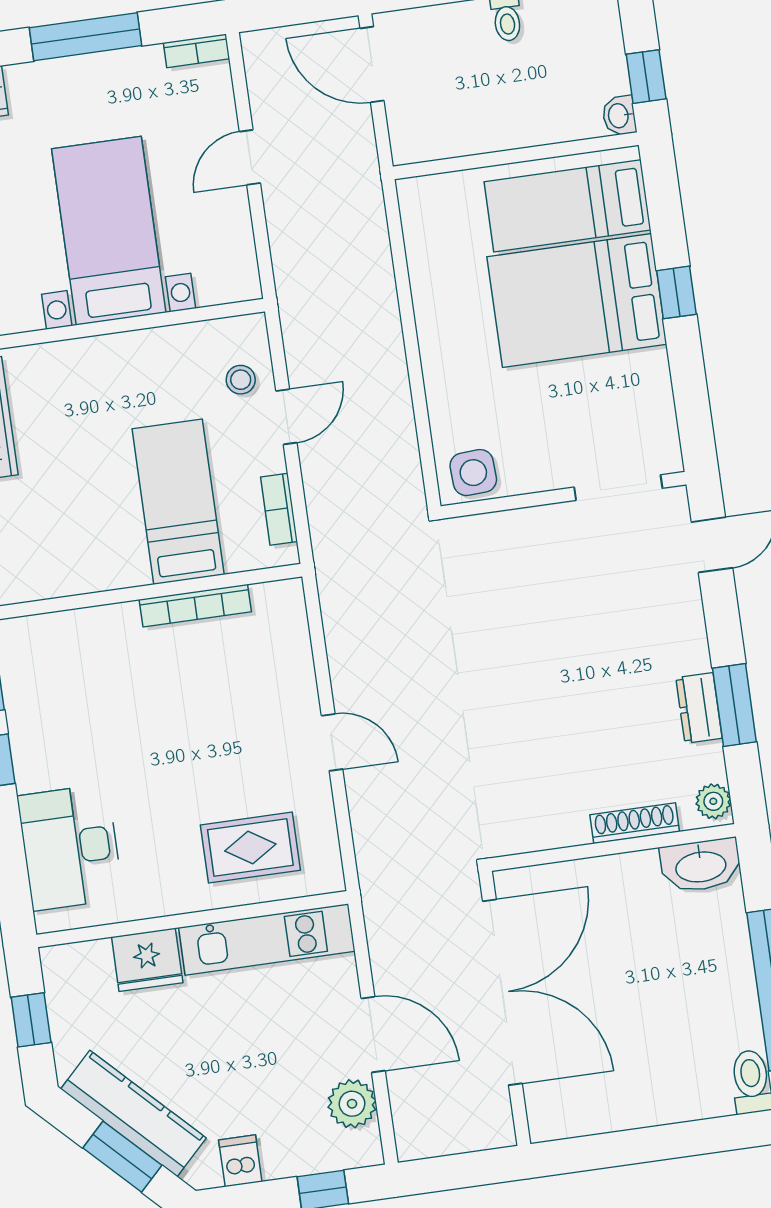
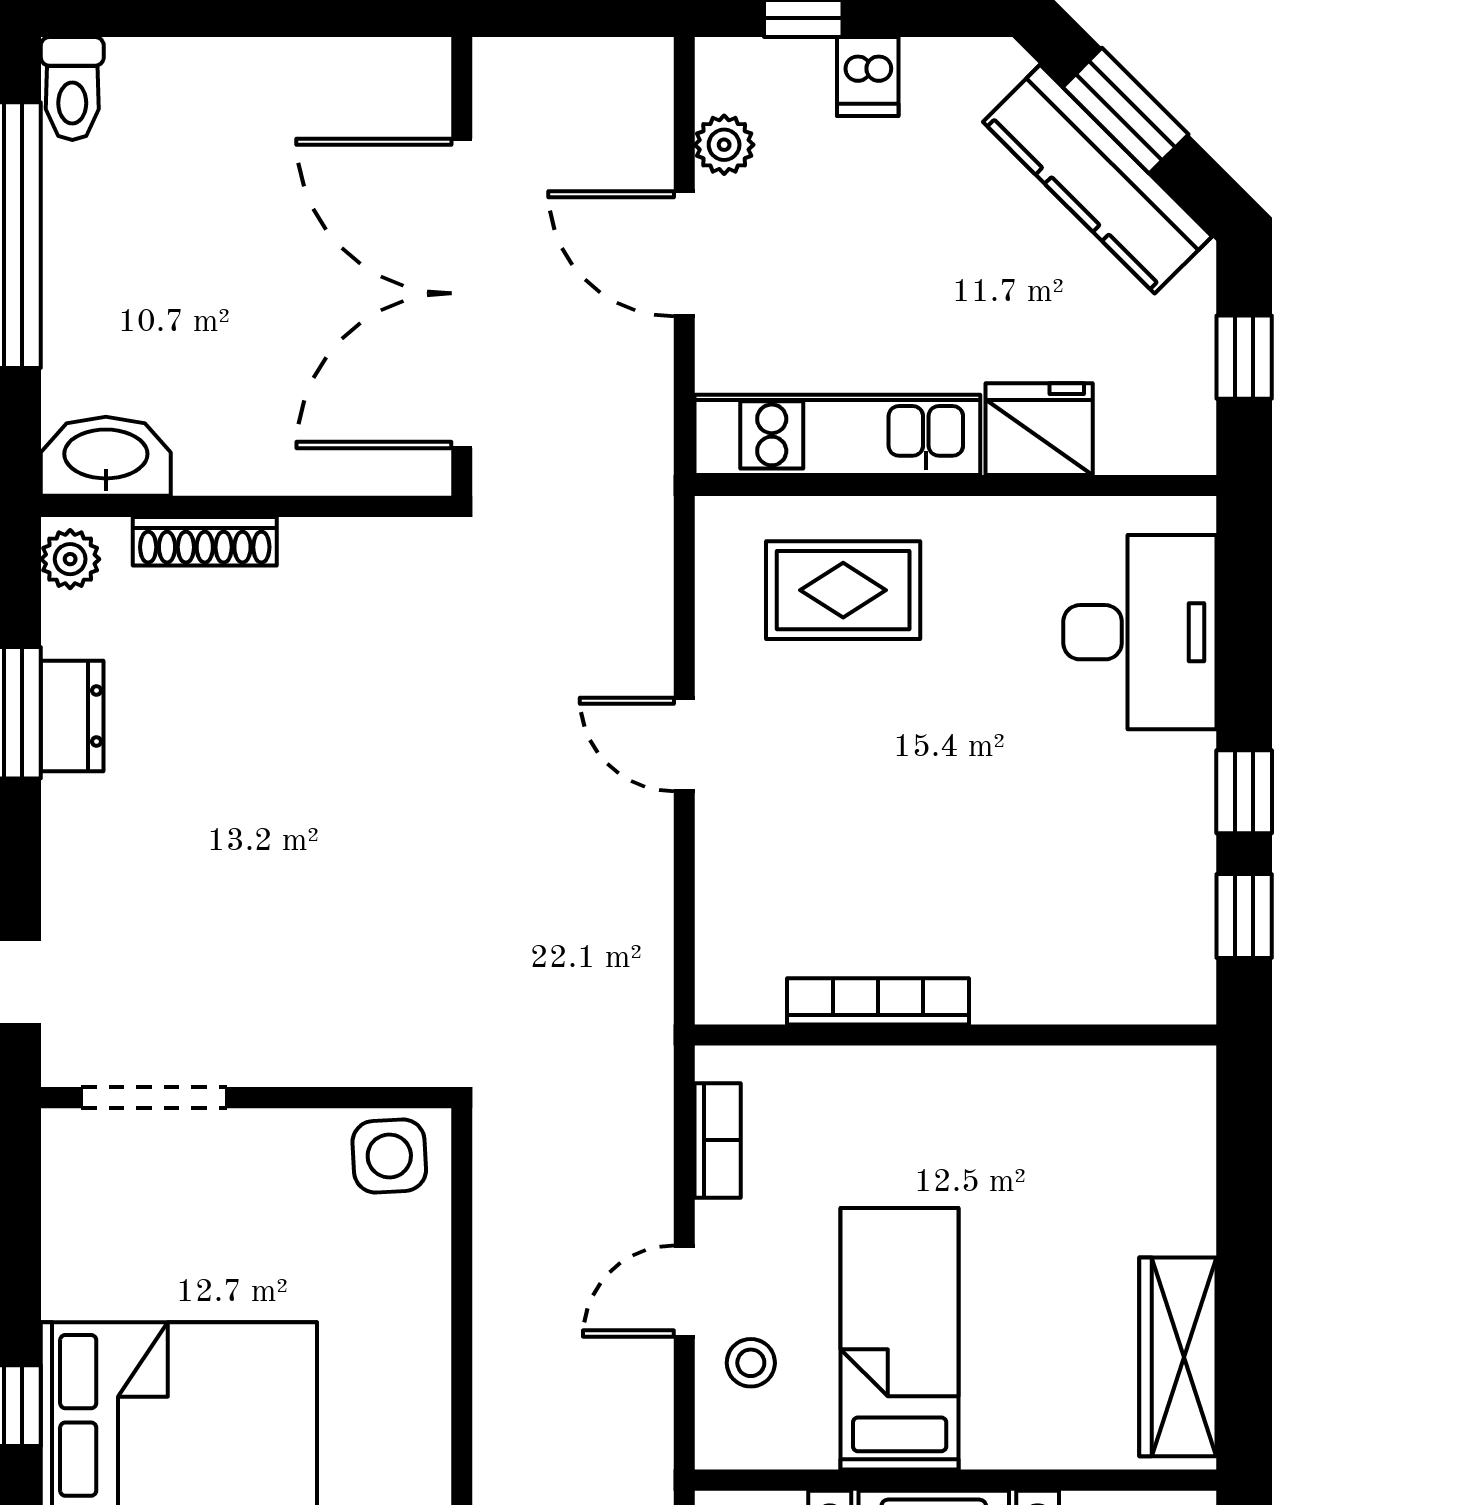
bed: (178, 502) -> (900, 1339), moved, turned 180
plant: (352, 1104) -> (724, 145), width x0.73, depth x0.73
dishwasher: (240, 1161) -> (868, 77), moved

